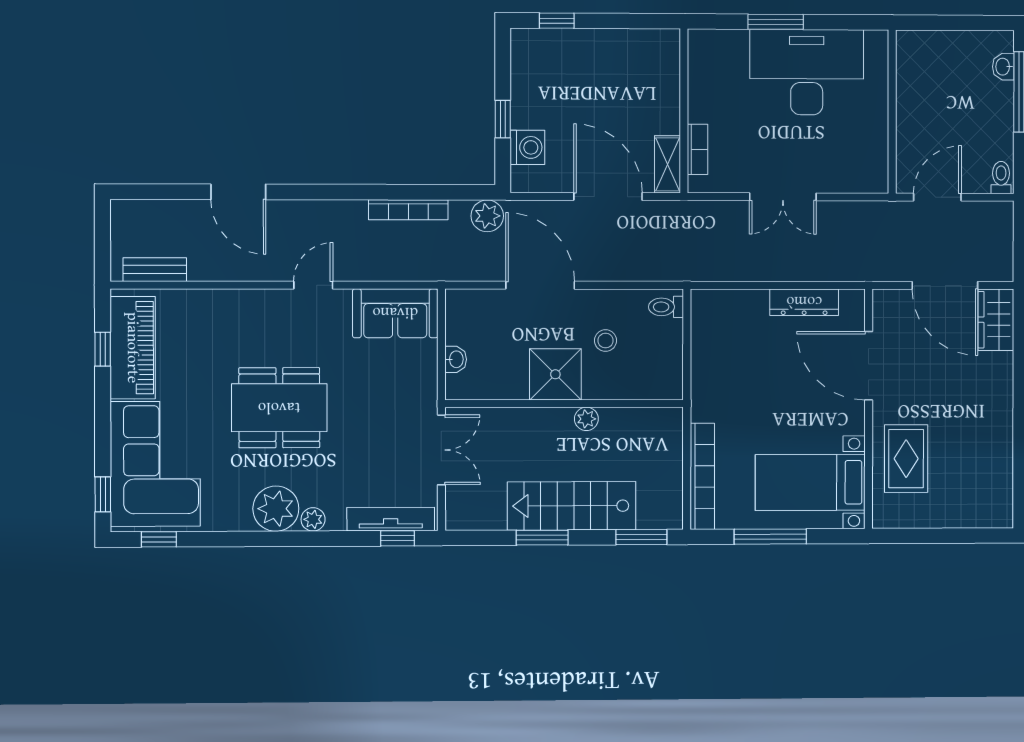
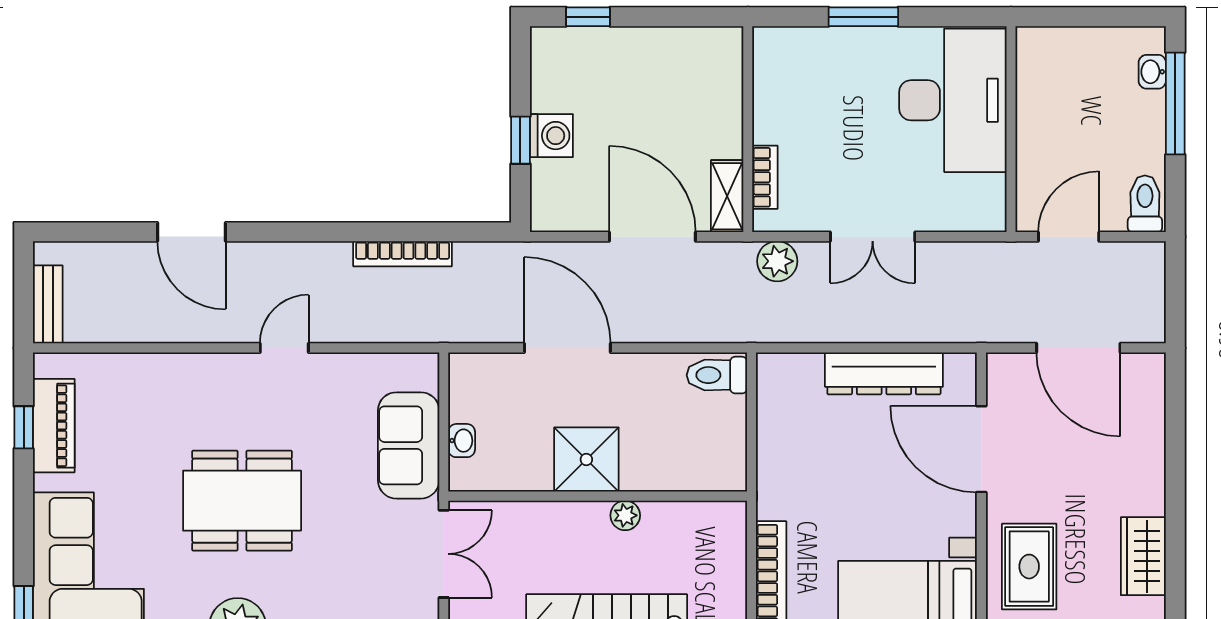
desk: (807, 72) -> (953, 100), moved, turned 90
washing machine: (527, 147) -> (551, 136), moved
toilet: (1001, 178) -> (1145, 204), width x1.37, depth x1.39
plant: (487, 216) -> (777, 261), moved
bench: (155, 270) -> (48, 304), moved, turned 90
dresser: (804, 302) -> (884, 373), width x1.37, depth x1.24
toilet: (666, 307) -> (717, 375), width x1.37, depth x1.39
sofa: (395, 313) -> (409, 445), moved, turned 90
wardrobe: (996, 320) -> (1143, 556), moved
stool: (606, 341) -> (649, 417), removed
piano: (133, 348) -> (54, 426), width x0.73, depth x0.75

